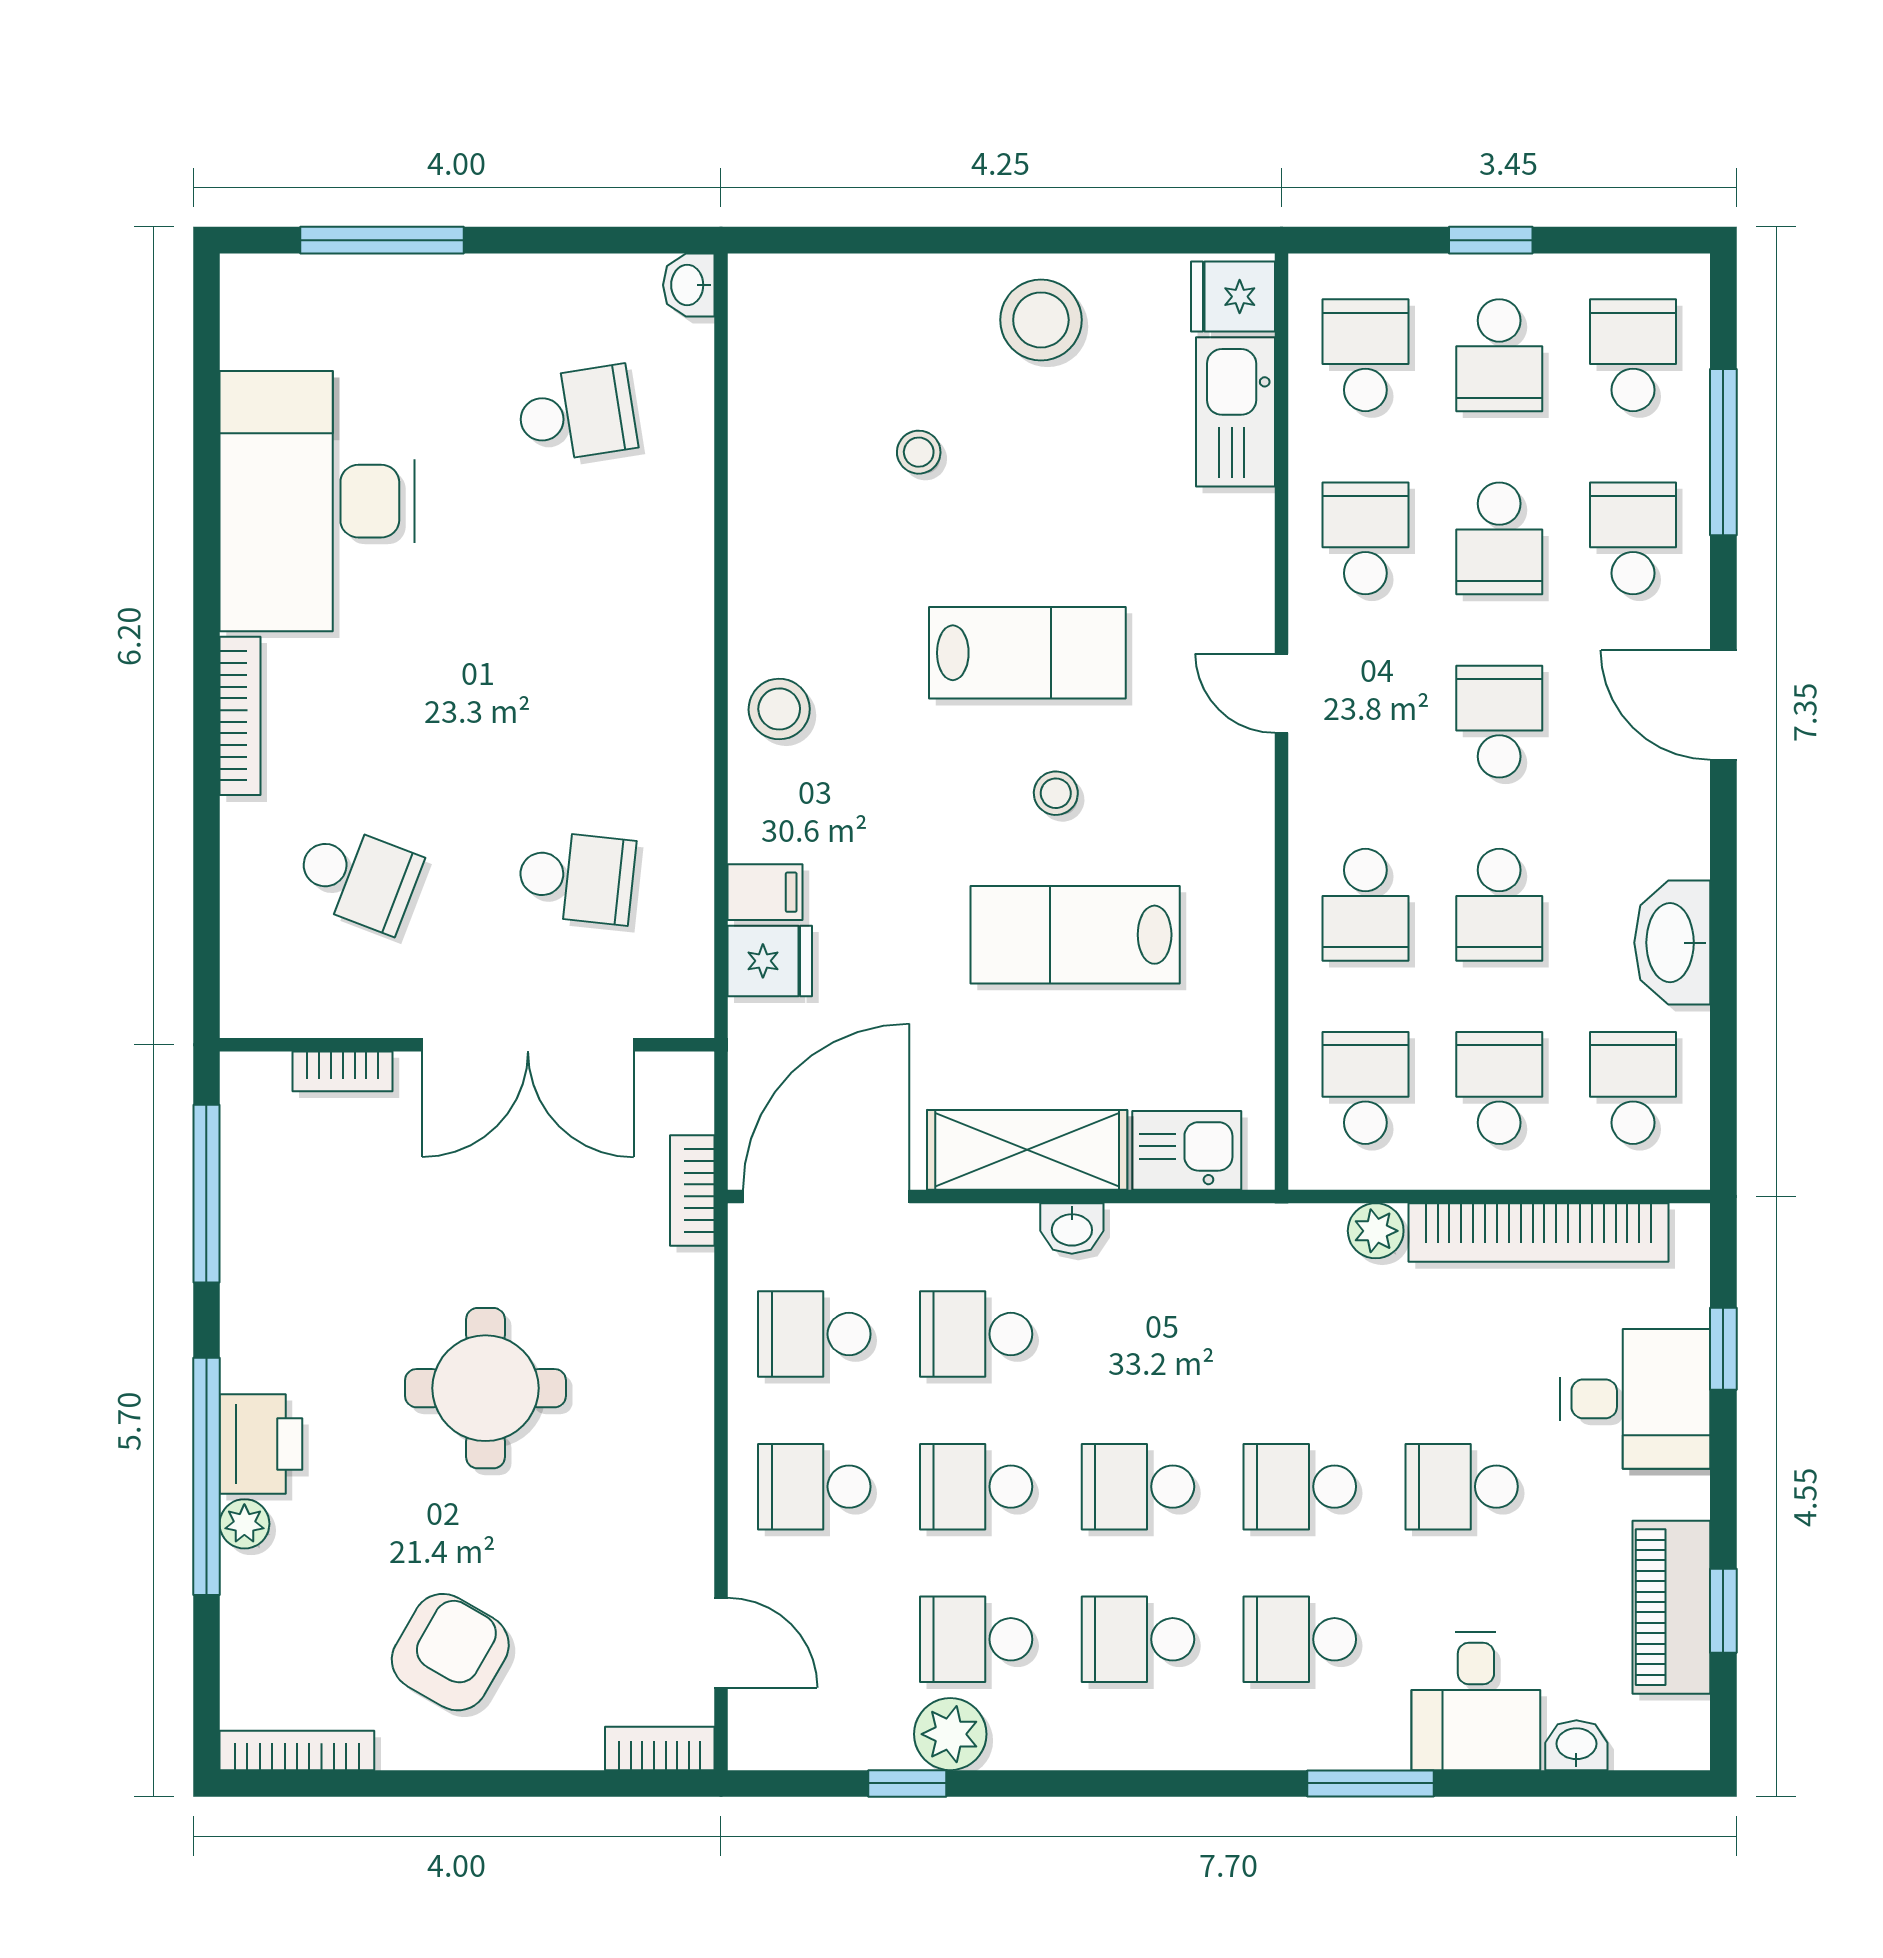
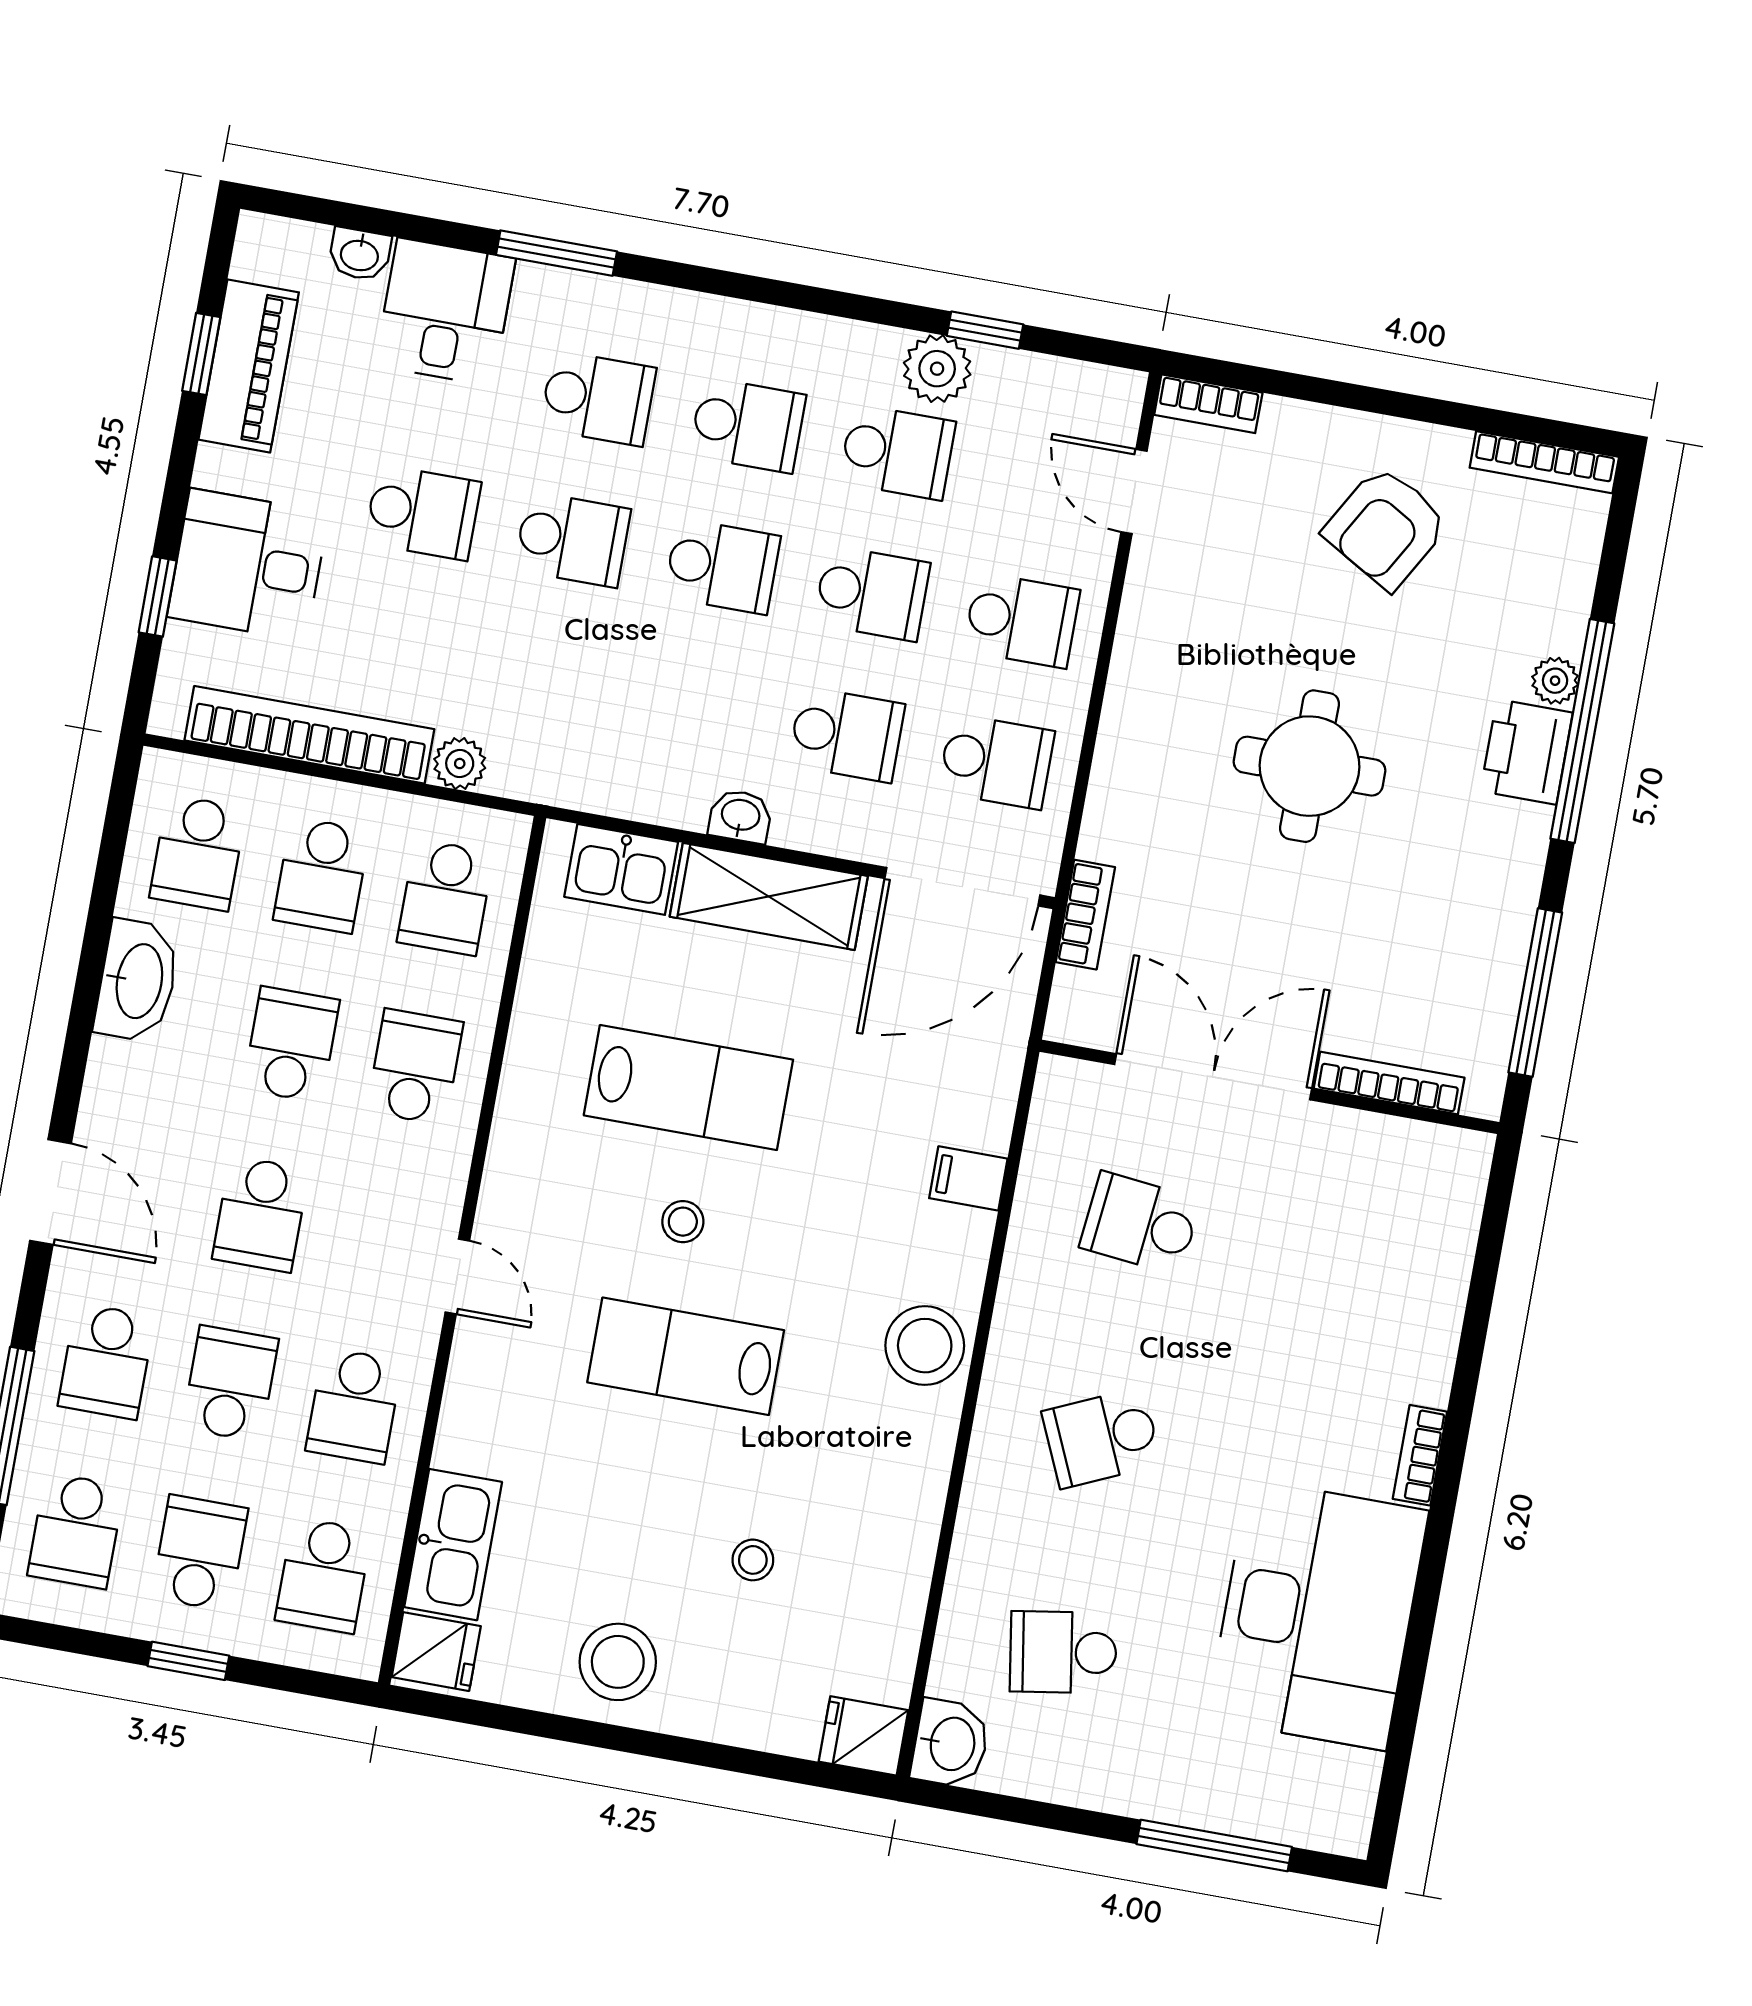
washbasin: (689, 285) -> (950, 1744), width x1.38, depth x1.45
stool: (779, 709) -> (925, 1346), width x1.38, depth x1.38
bookcase: (240, 716) -> (1420, 1455), width x0.64
school desk: (358, 878) -> (1102, 1438), moved, turned -45
fridge: (770, 961) -> (863, 1736), moved
bookcase: (343, 1071) -> (1389, 1083), width x1.56

